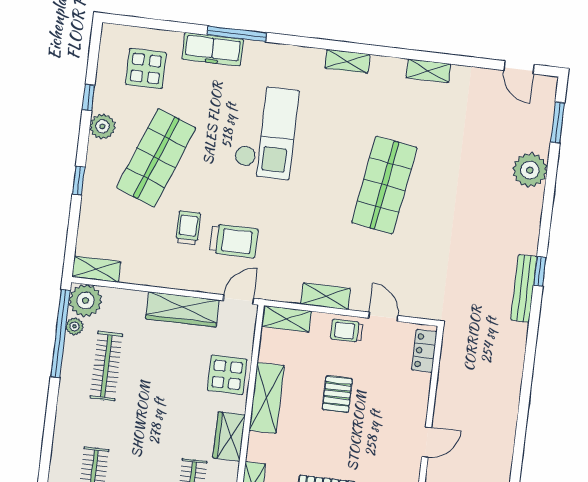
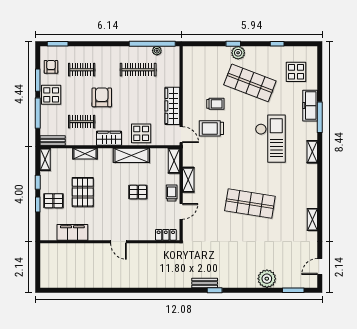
shelving: (347, 61) -> (312, 152), moved
plant: (102, 126) -> (238, 53), moved
checkout: (266, 132) -> (270, 139), turned -90
trolley: (234, 241) -> (211, 128), turned 90
shelving: (96, 269) -> (188, 58), removed
bench: (524, 288) -> (205, 283), width x0.73
plant: (85, 301) -> (171, 55), removed
armchair: (150, 441) -> (102, 97), added

